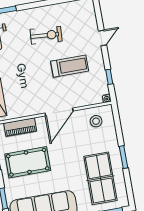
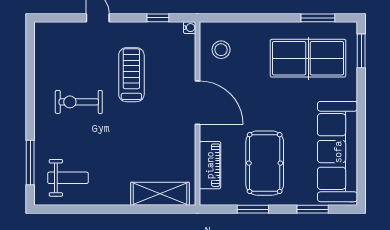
exercise bike: (46, 35) -> (79, 102), turned -94
window: (124, 157) -> (318, 18), moved

